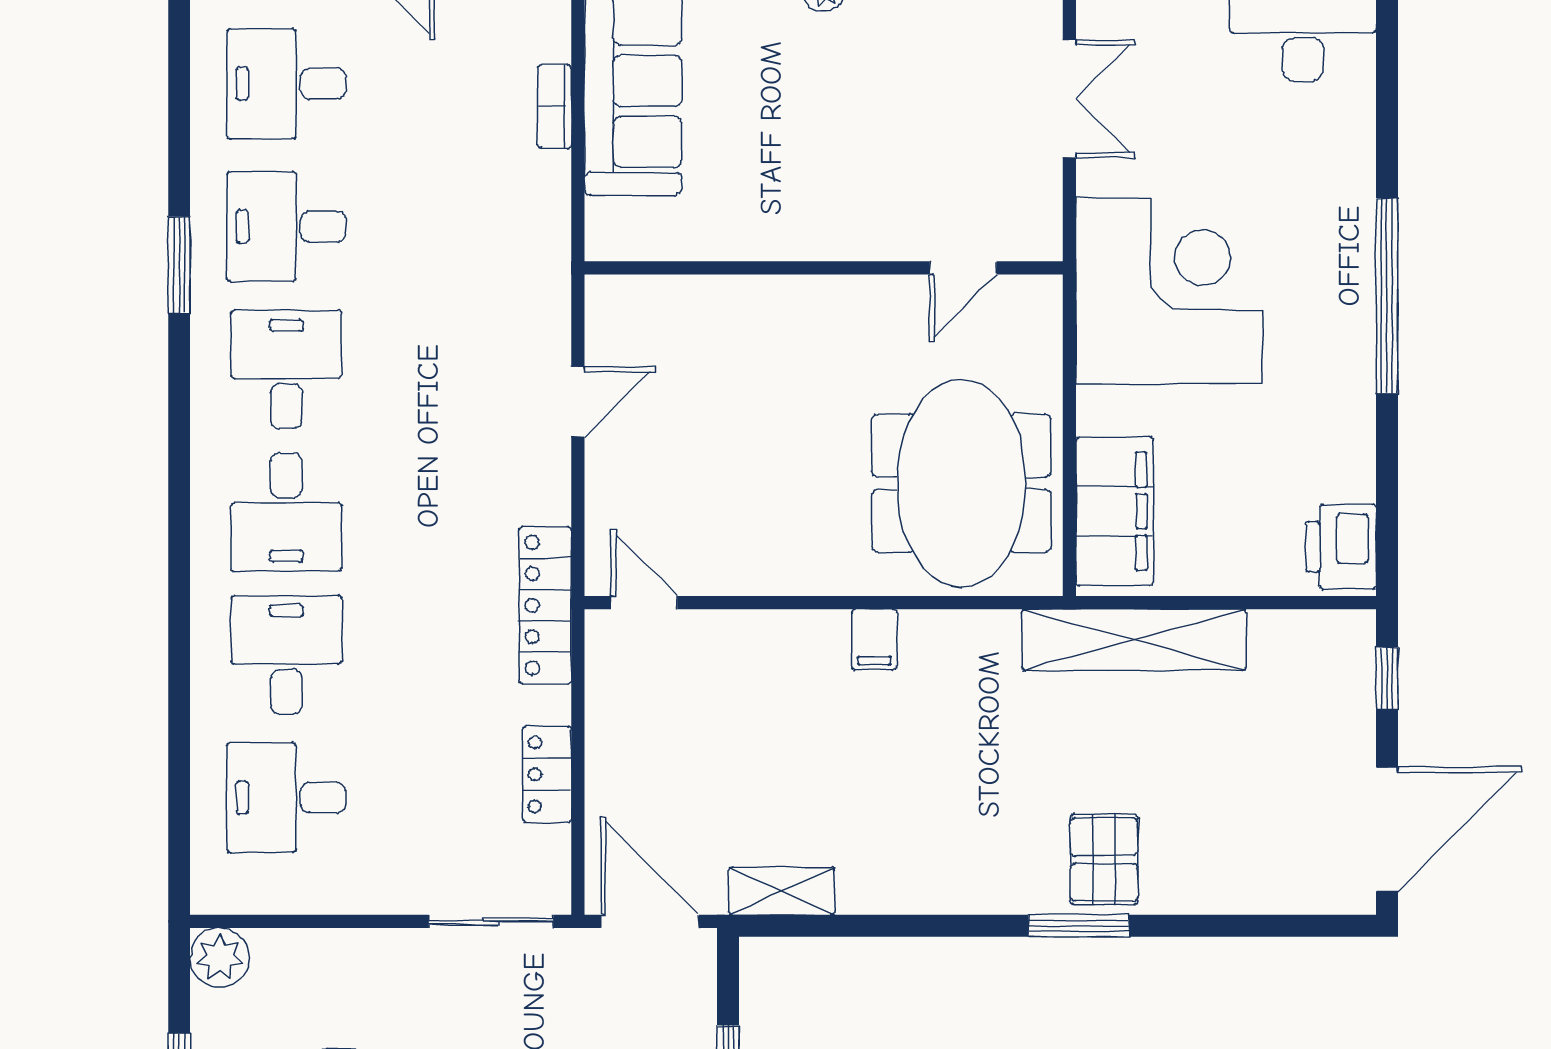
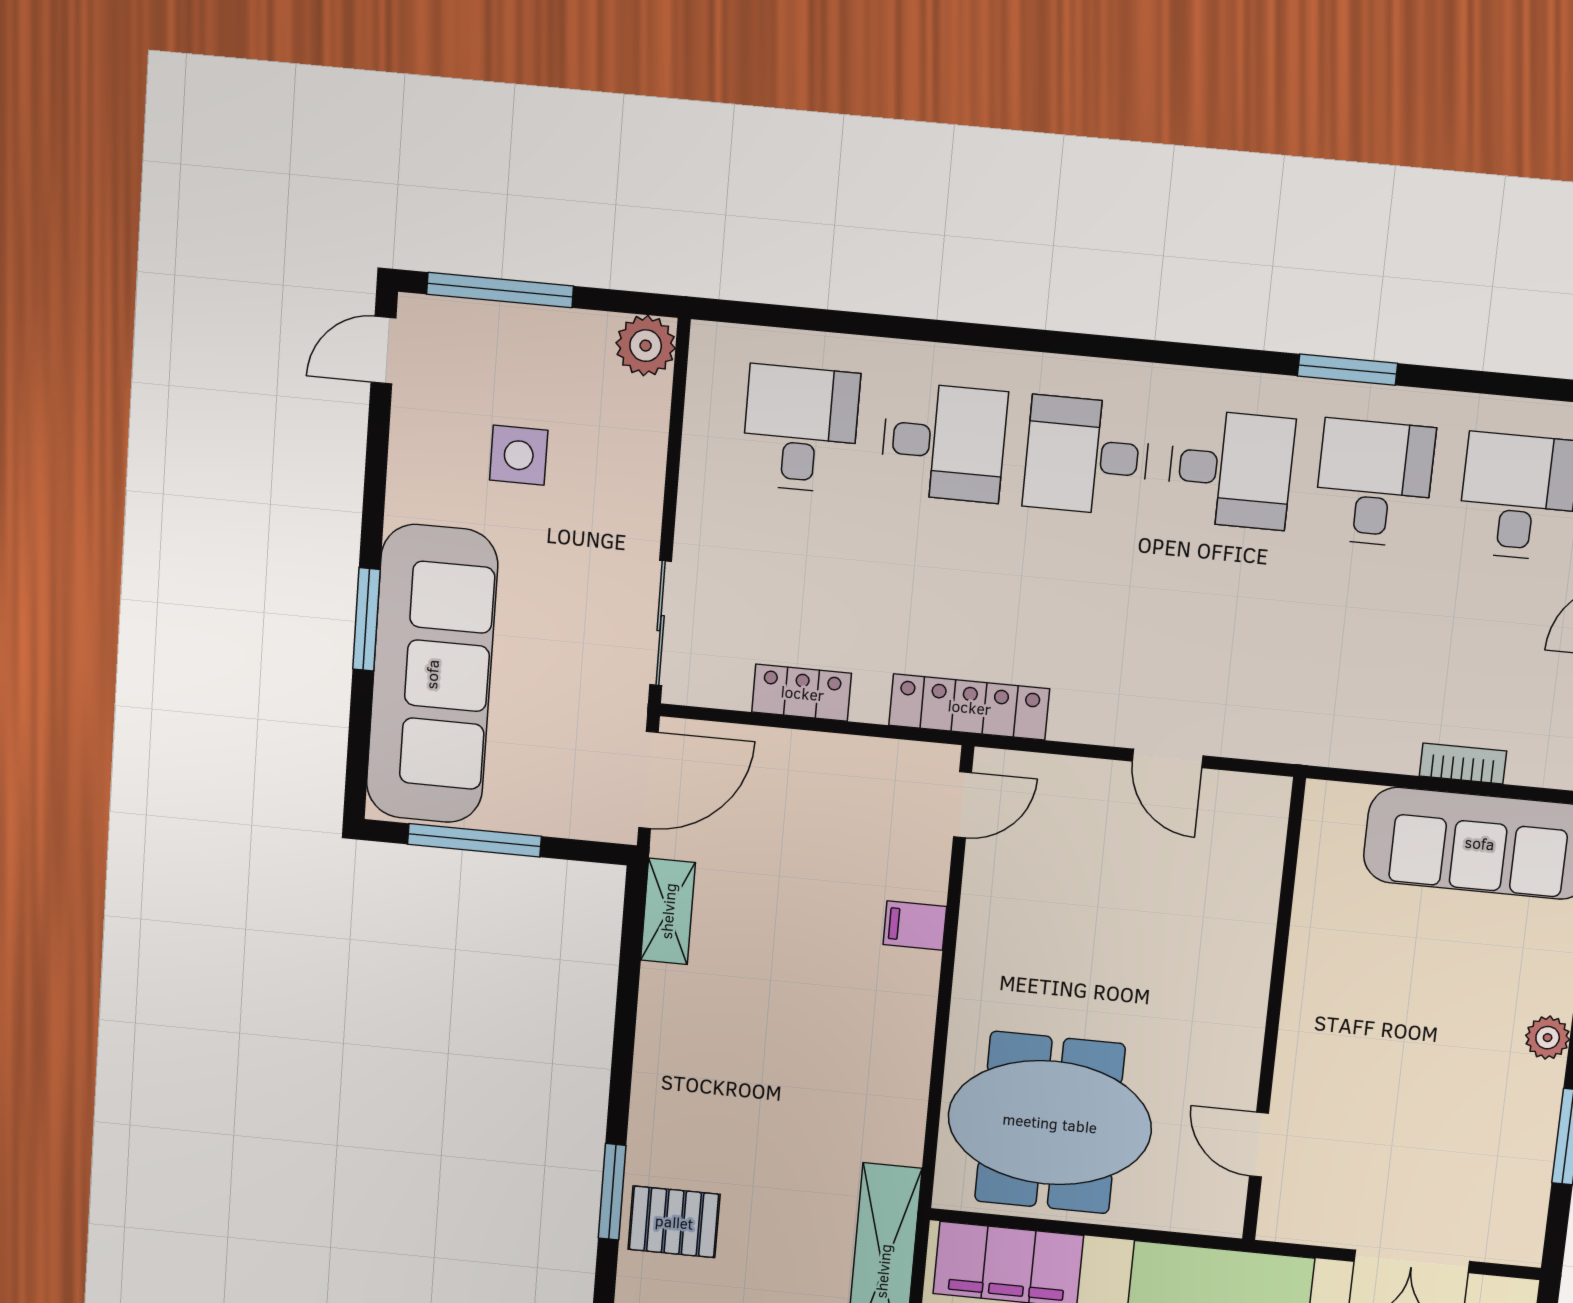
filing cabinet: (874, 639) -> (915, 926), moved

